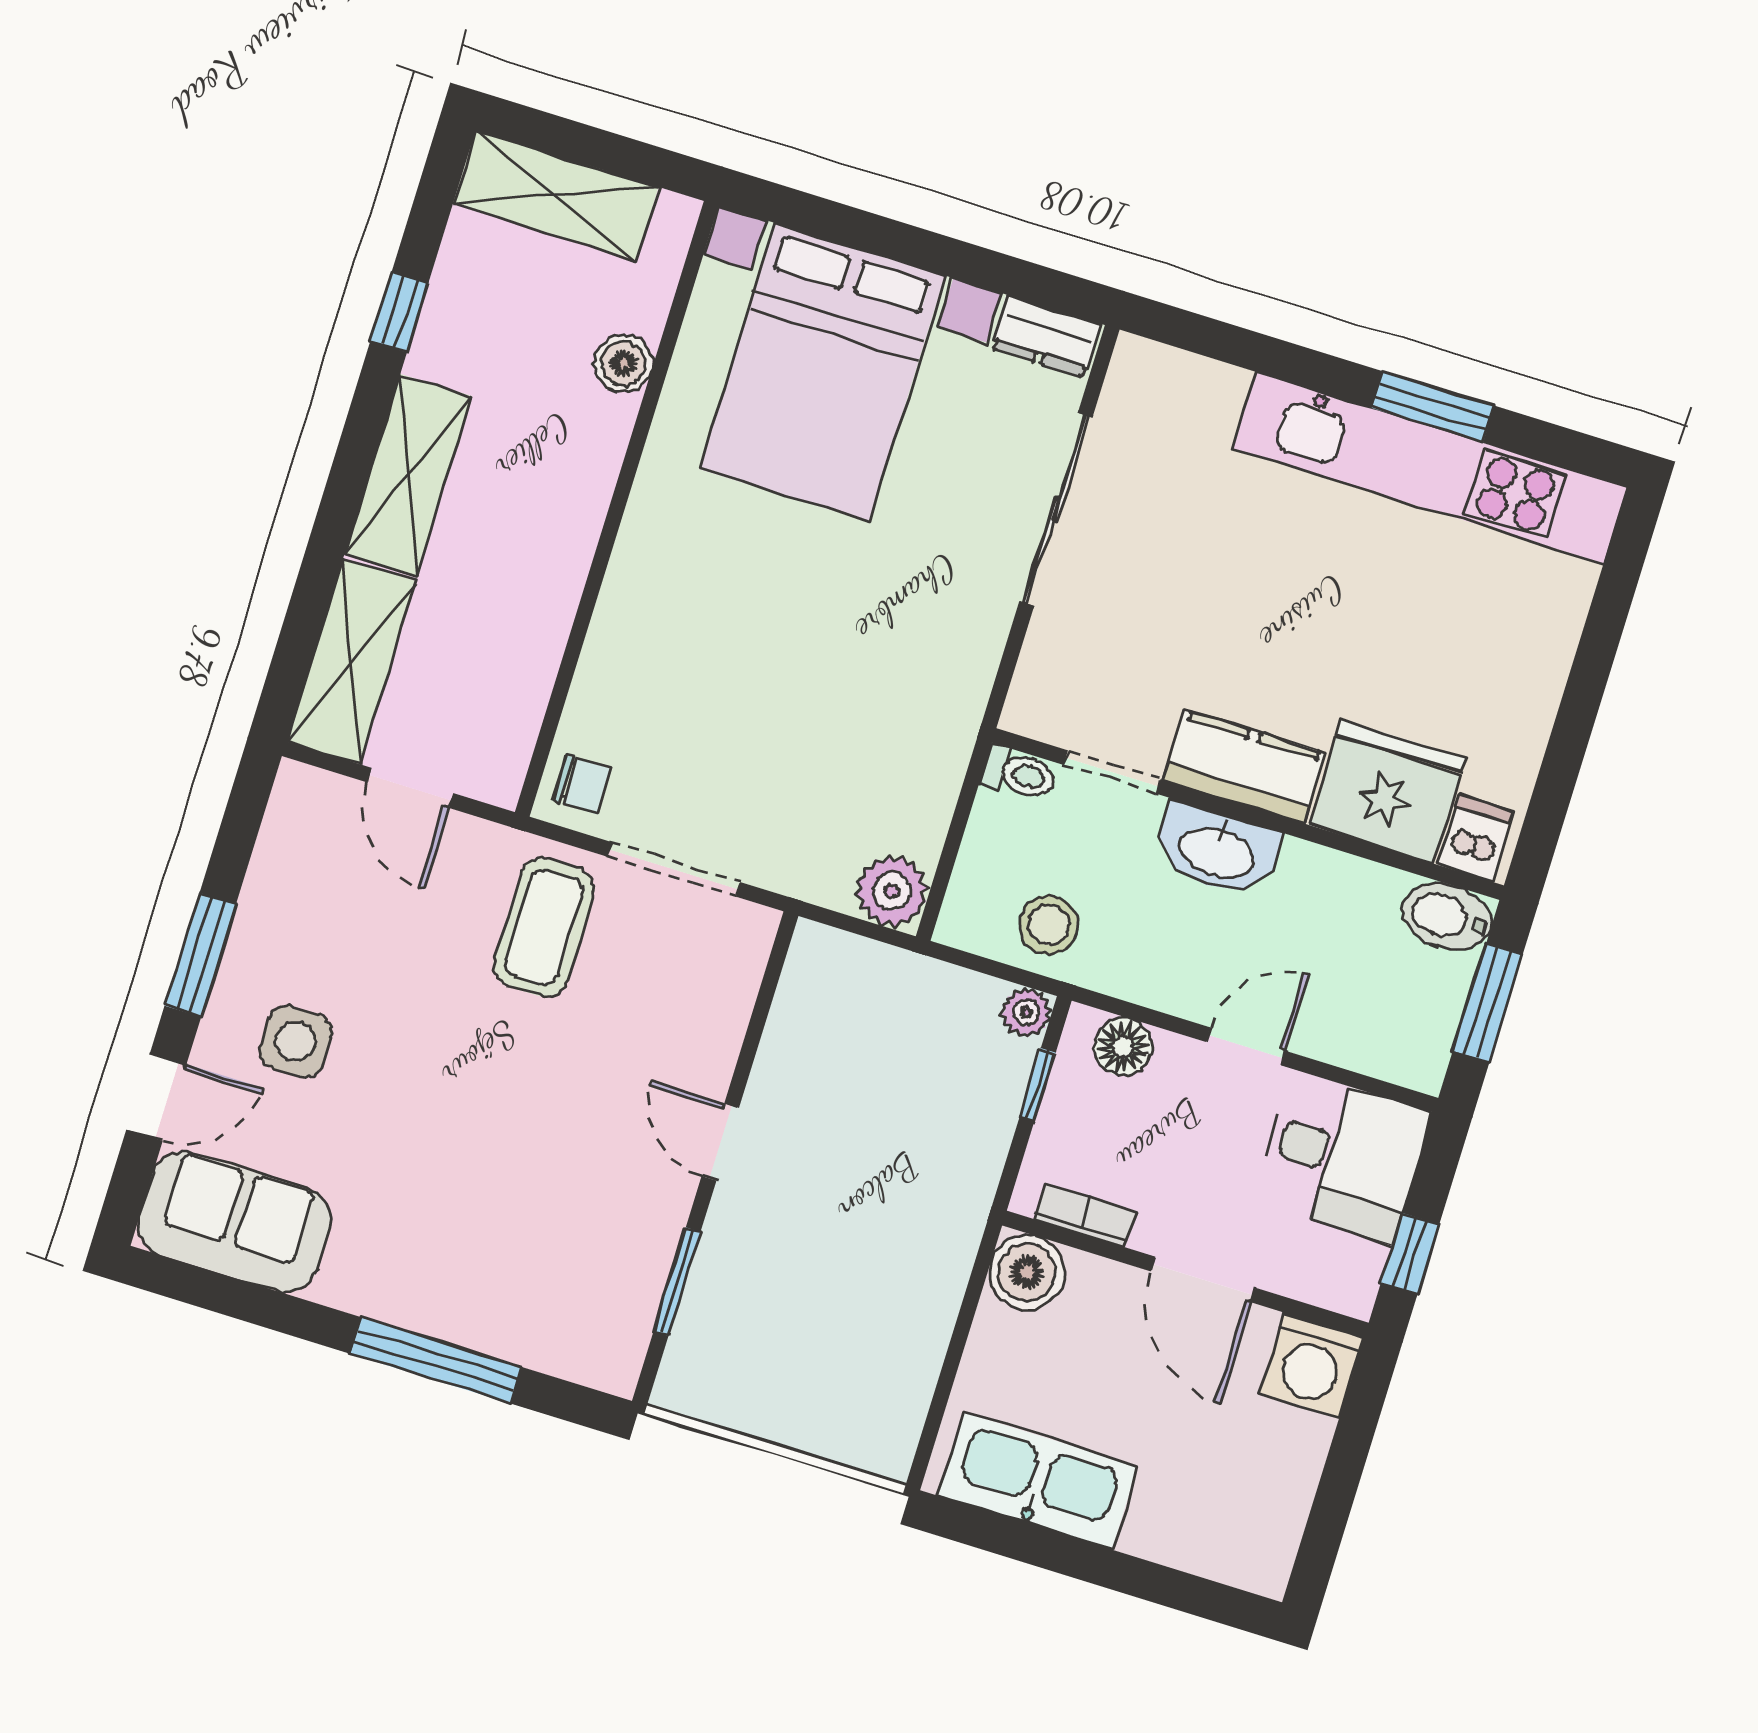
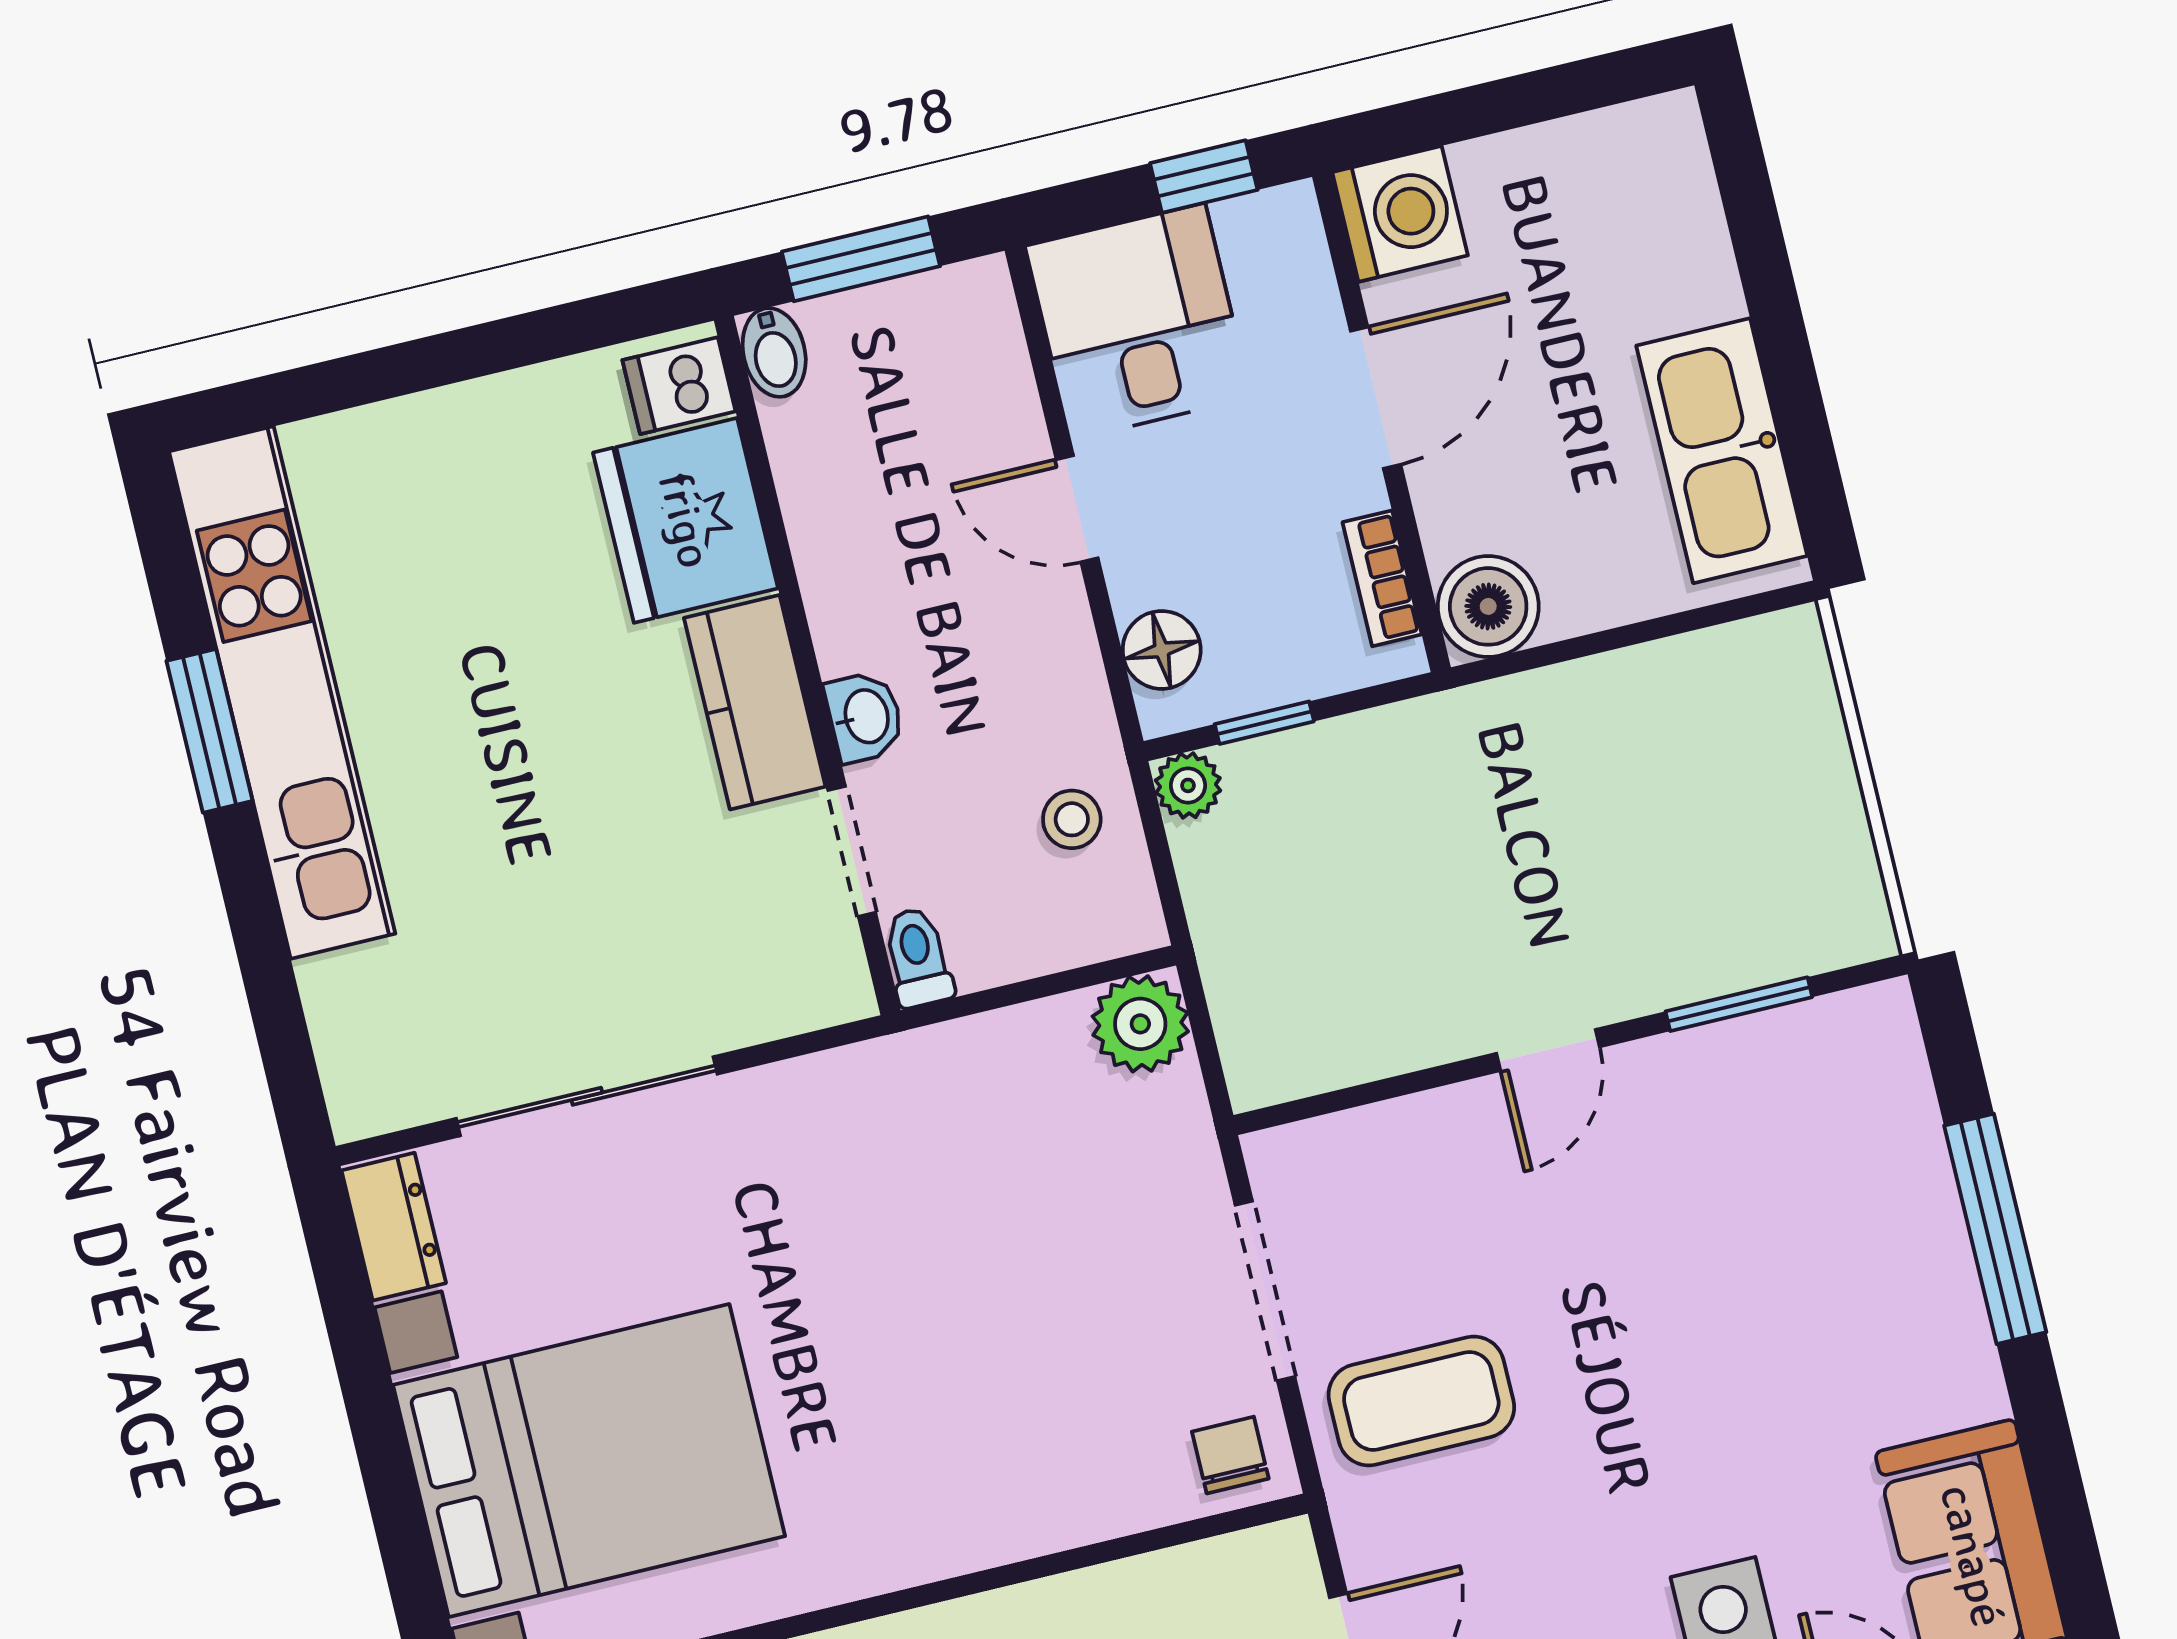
washbasin: (1217, 851) -> (865, 717), width x0.52, depth x0.69
bidet: (1447, 917) -> (774, 352), width x0.72, depth x0.74
stool: (1049, 925) -> (1072, 819), width x0.73, depth x0.73

